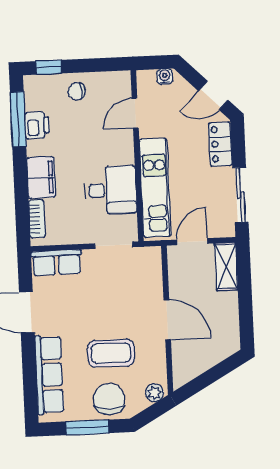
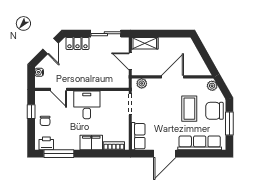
window: (49, 67) -> (31, 112), moved
printer: (37, 125) -> (46, 143), moved
kitchen unit: (155, 188) -> (100, 80), removed
desk: (110, 190) -> (87, 105), moved
plant: (153, 264) -> (142, 83), added

